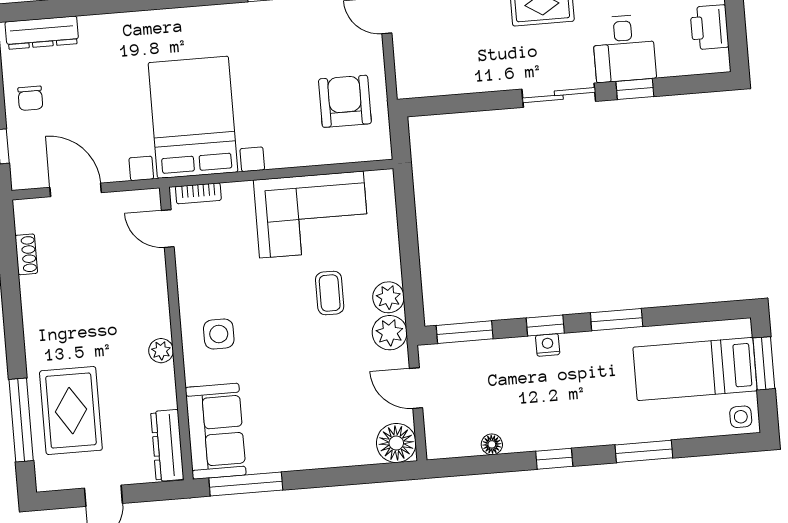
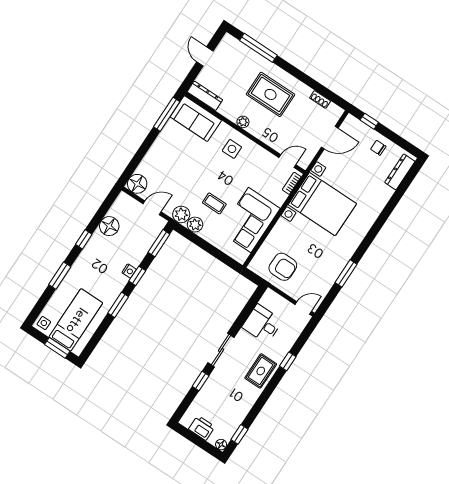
desk: (624, 48) -> (262, 324), moved
rug: (71, 411) -> (270, 94), moved
floor lamp: (492, 444) -> (109, 226), width x1.89, depth x1.89

